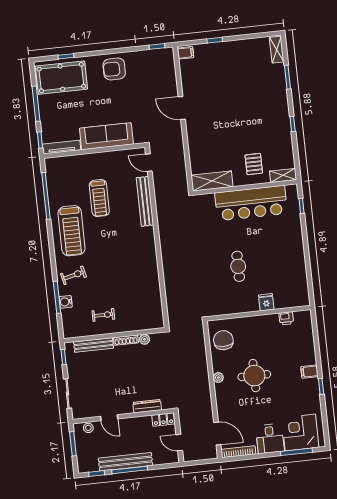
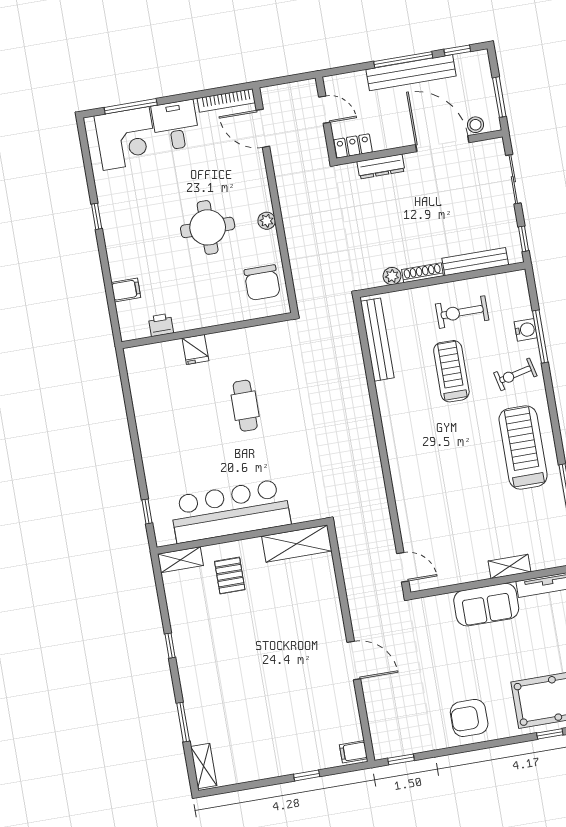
armchair: (114, 69) -> (469, 718), turned 180
sofa: (106, 136) -> (486, 605), width x0.73
shelving: (84, 159) -> (510, 566), added
treadmill: (99, 198) -> (451, 371), moved
bench: (145, 201) -> (377, 340), moved
exercise bike: (103, 315) -> (462, 312), width x1.38, depth x1.39
filing cabinet: (309, 372) -> (126, 290), moved
door: (109, 418) -> (442, 144), width x1.87

